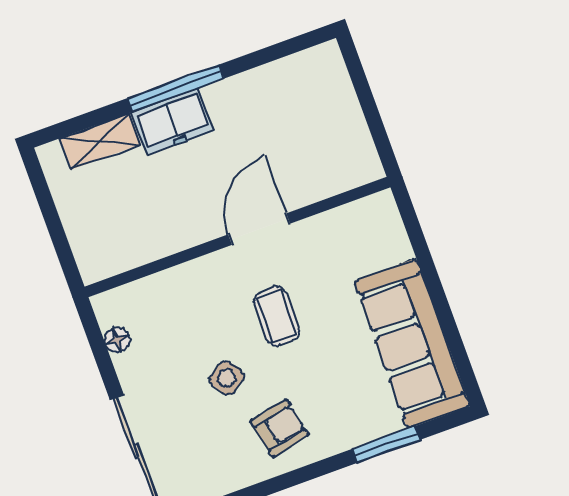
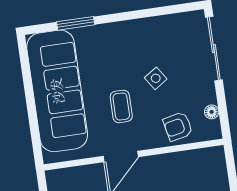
sofa: (412, 344) -> (57, 91), width x1.36, depth x1.27
armchair: (279, 428) -> (178, 126), moved

